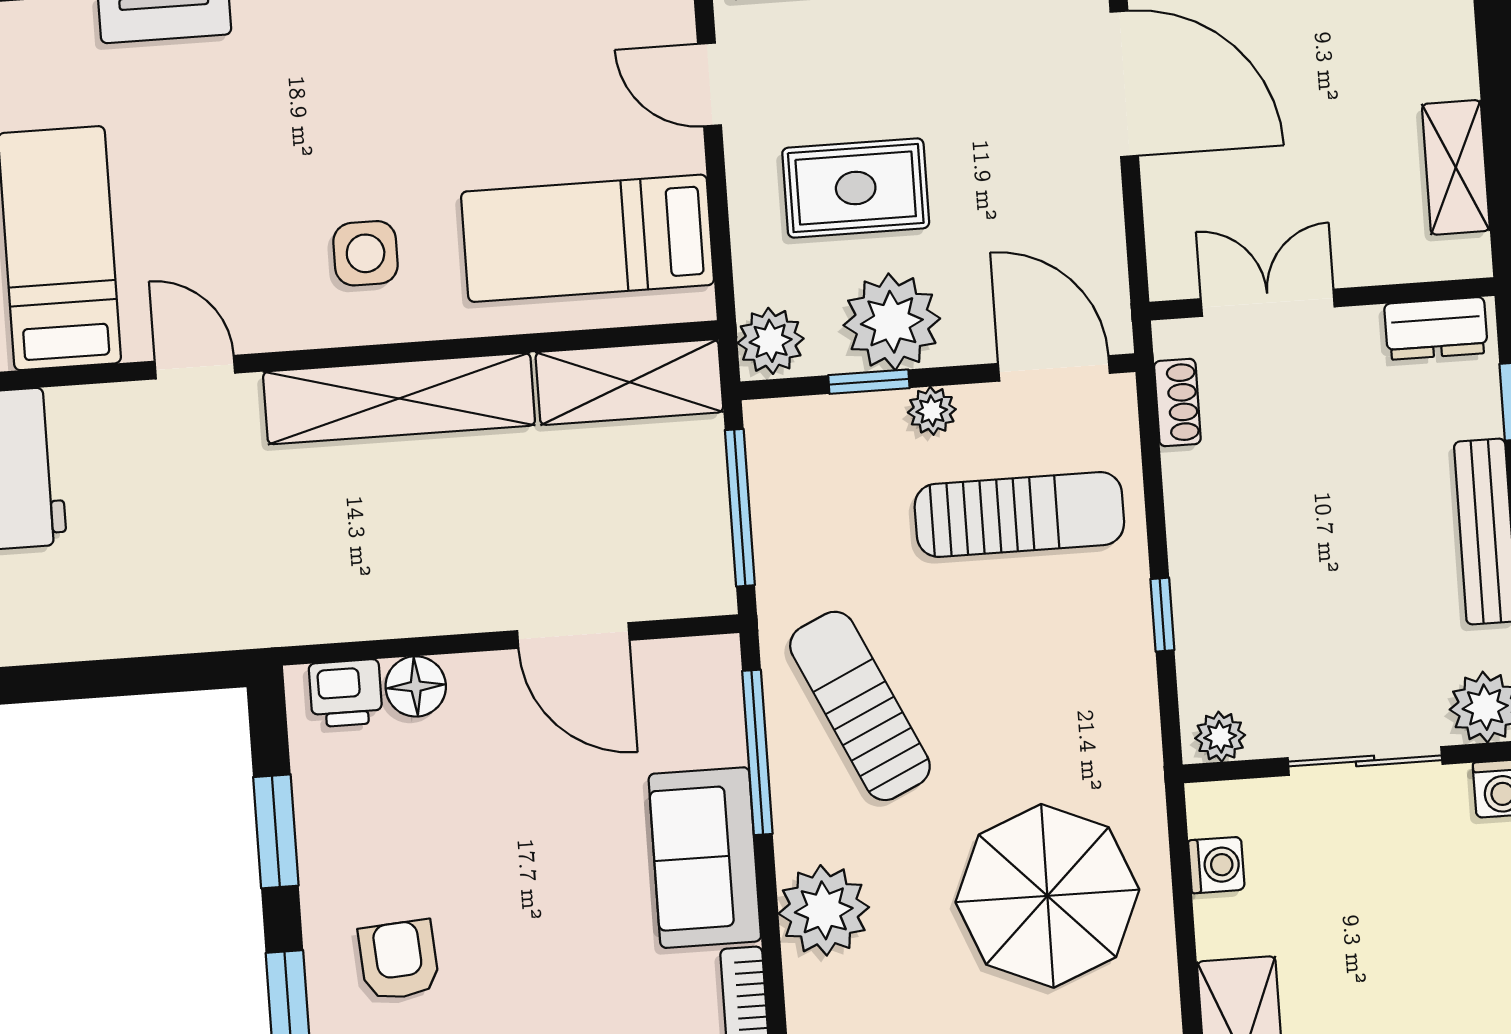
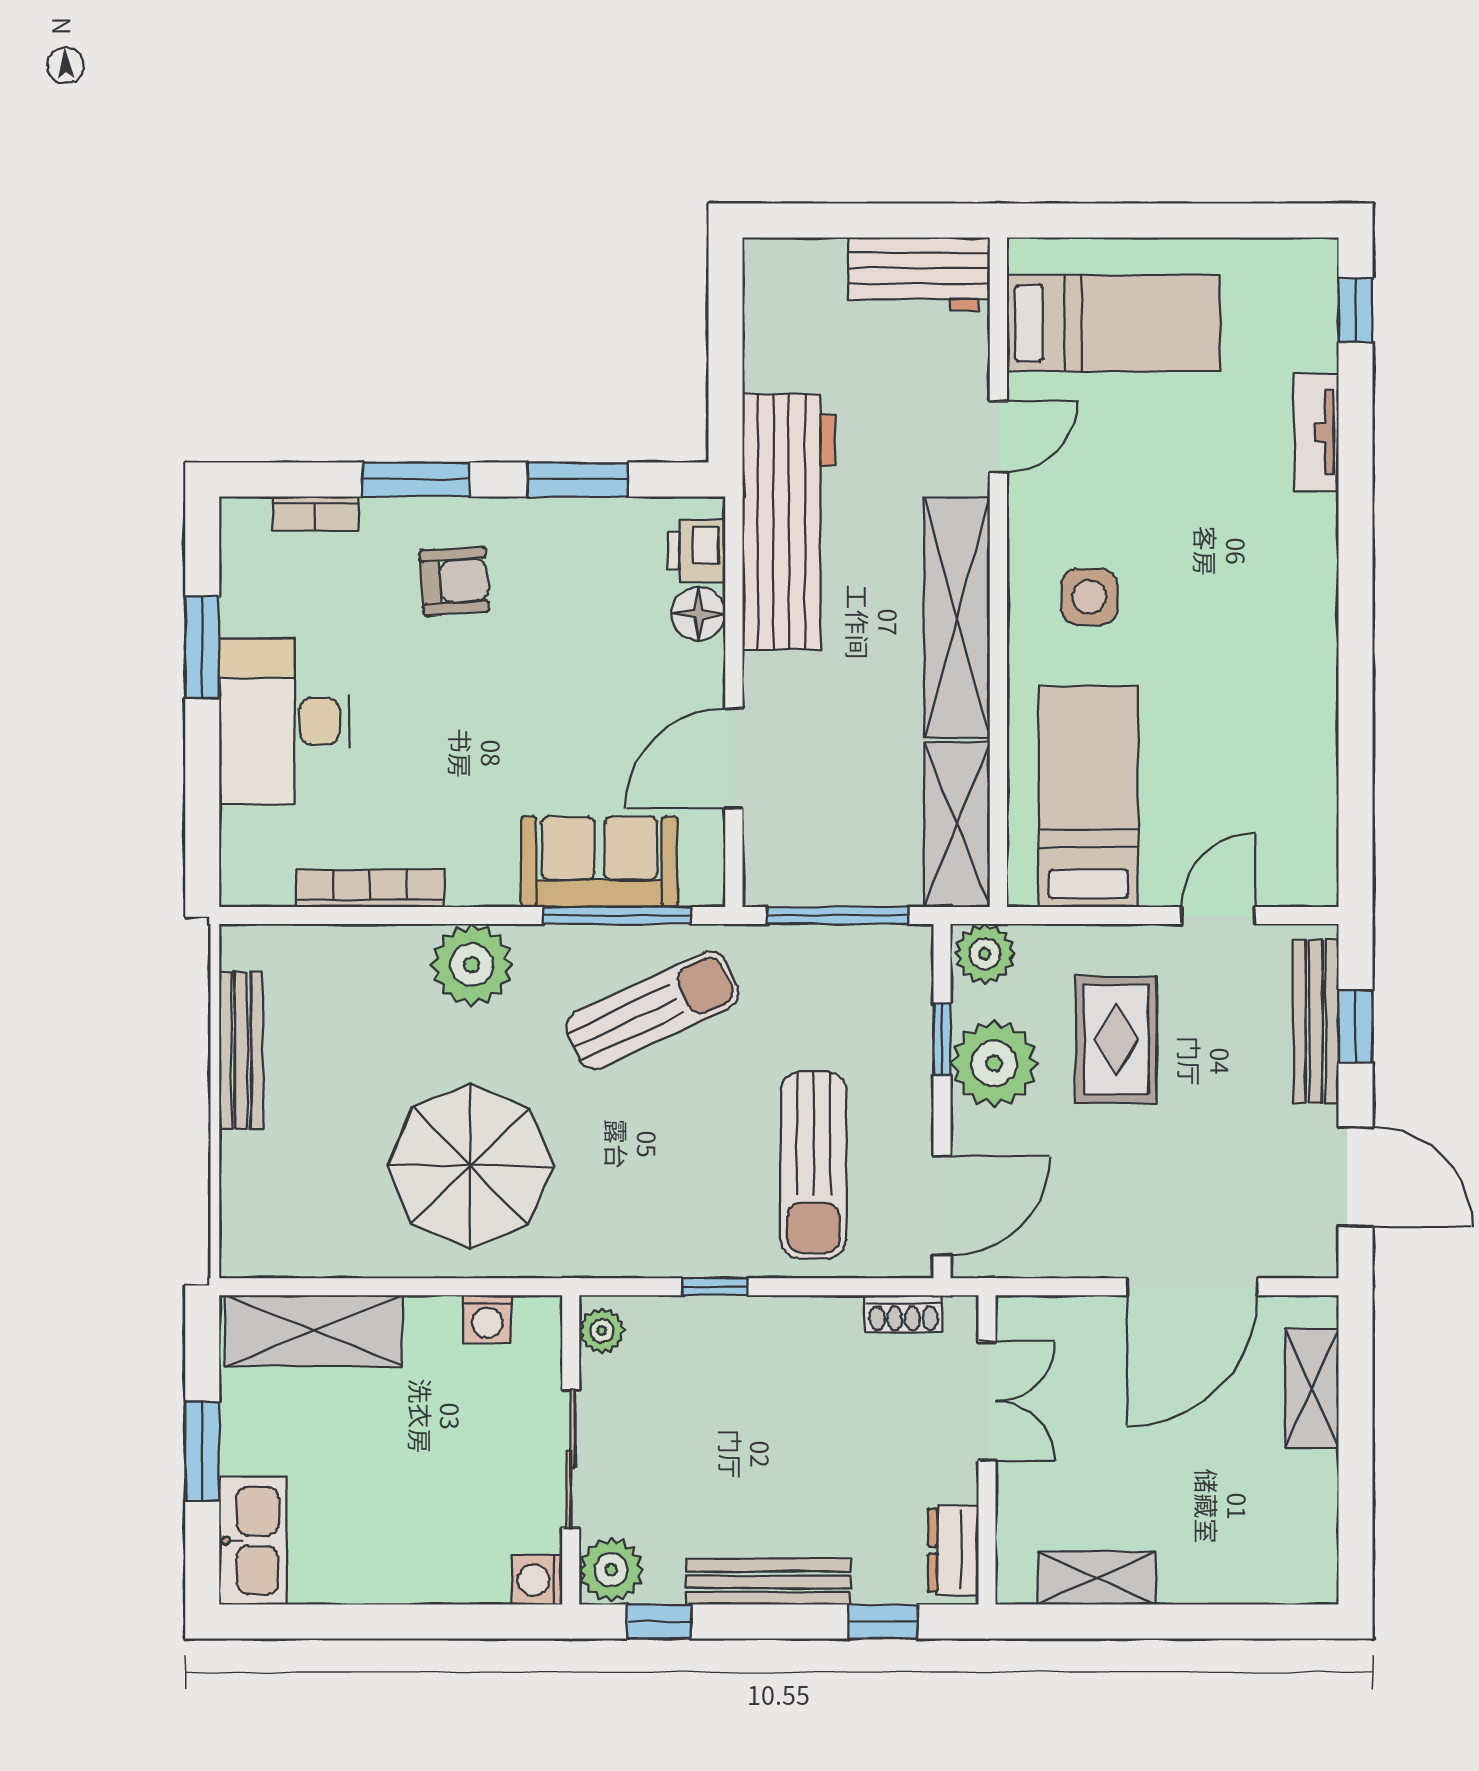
plant: (932, 411) -> (912, 1094), removed
workbench: (306, 593) -> (789, 522), added
sofa: (705, 858) -> (599, 862), moved

